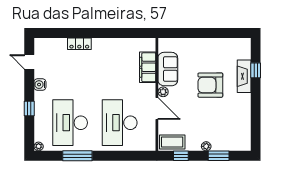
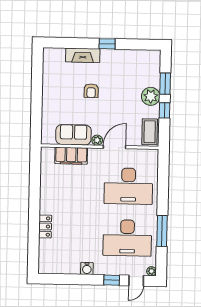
door: (29, 62) -> (136, 281), moved
window: (256, 70) -> (107, 44), moved
armchair: (210, 85) -> (91, 91), width x0.53, depth x0.53
plant: (206, 146) -> (151, 96), width x1.87, depth x1.87
window: (181, 156) -> (165, 110), moved

